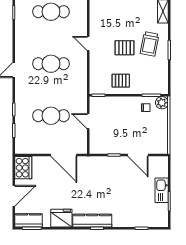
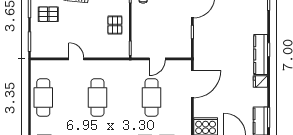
door: (88, 43) -> (76, 59), swing flipped
pallet: (125, 48) -> (48, 14), moved, turned 90
fridge: (61, 218) -> (260, 82), width x0.53, depth x0.75

